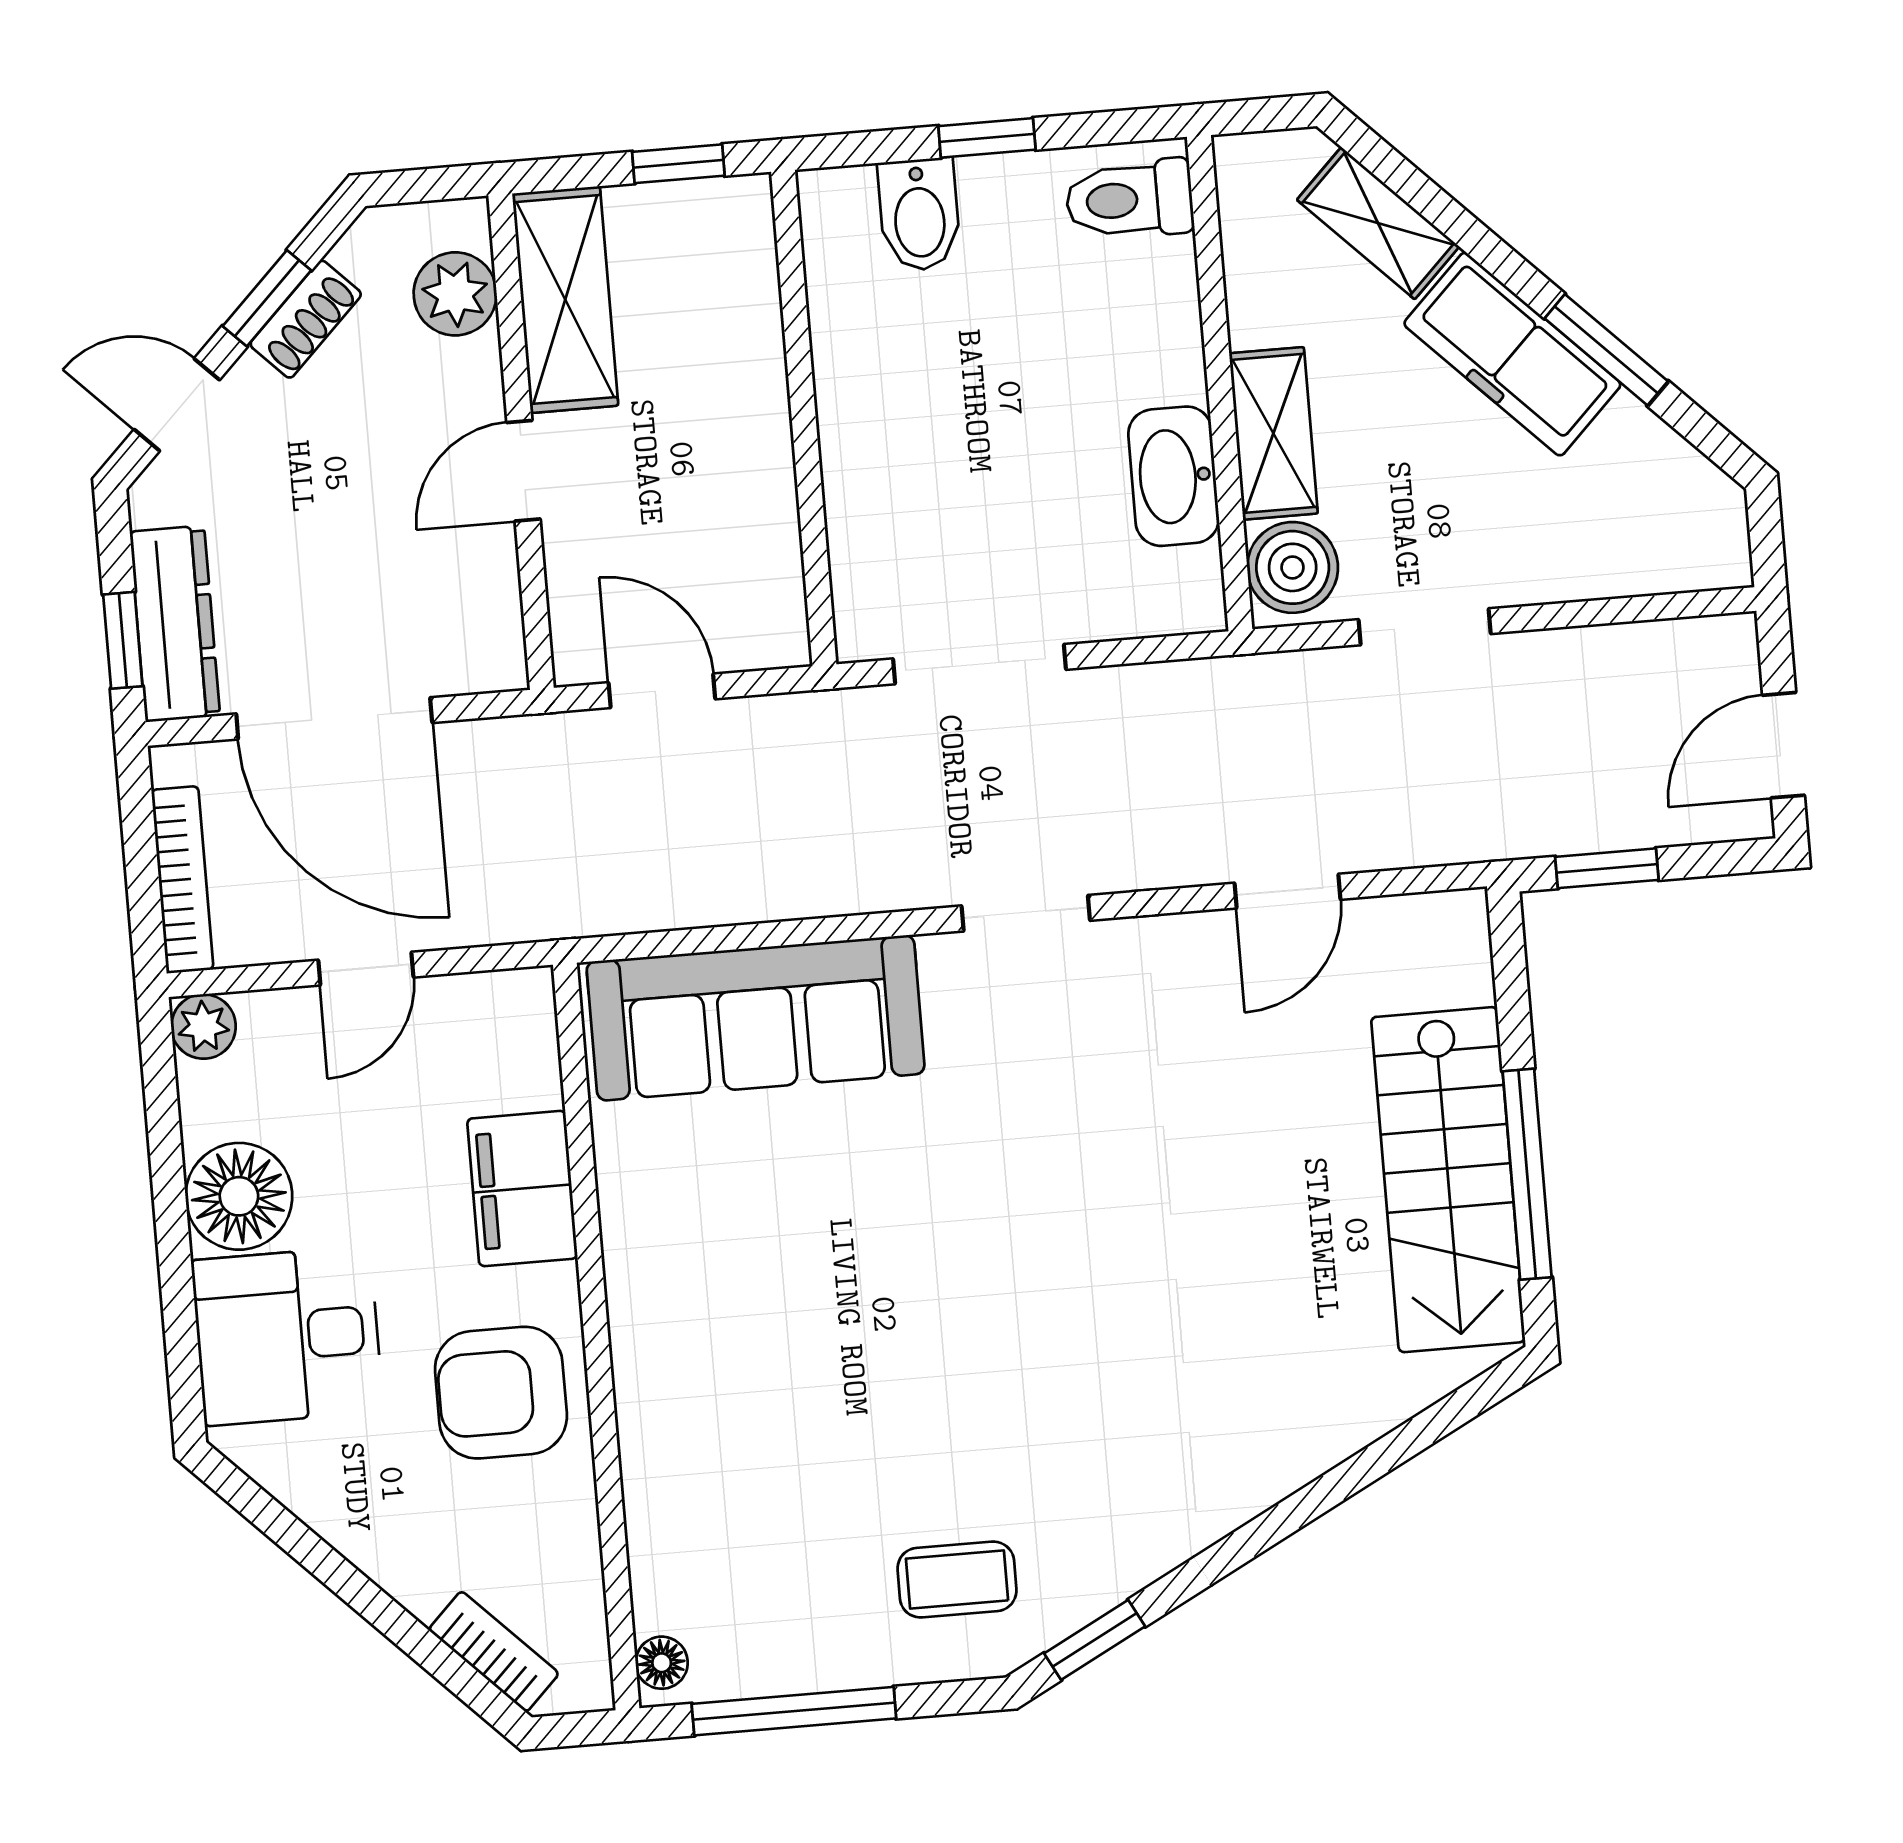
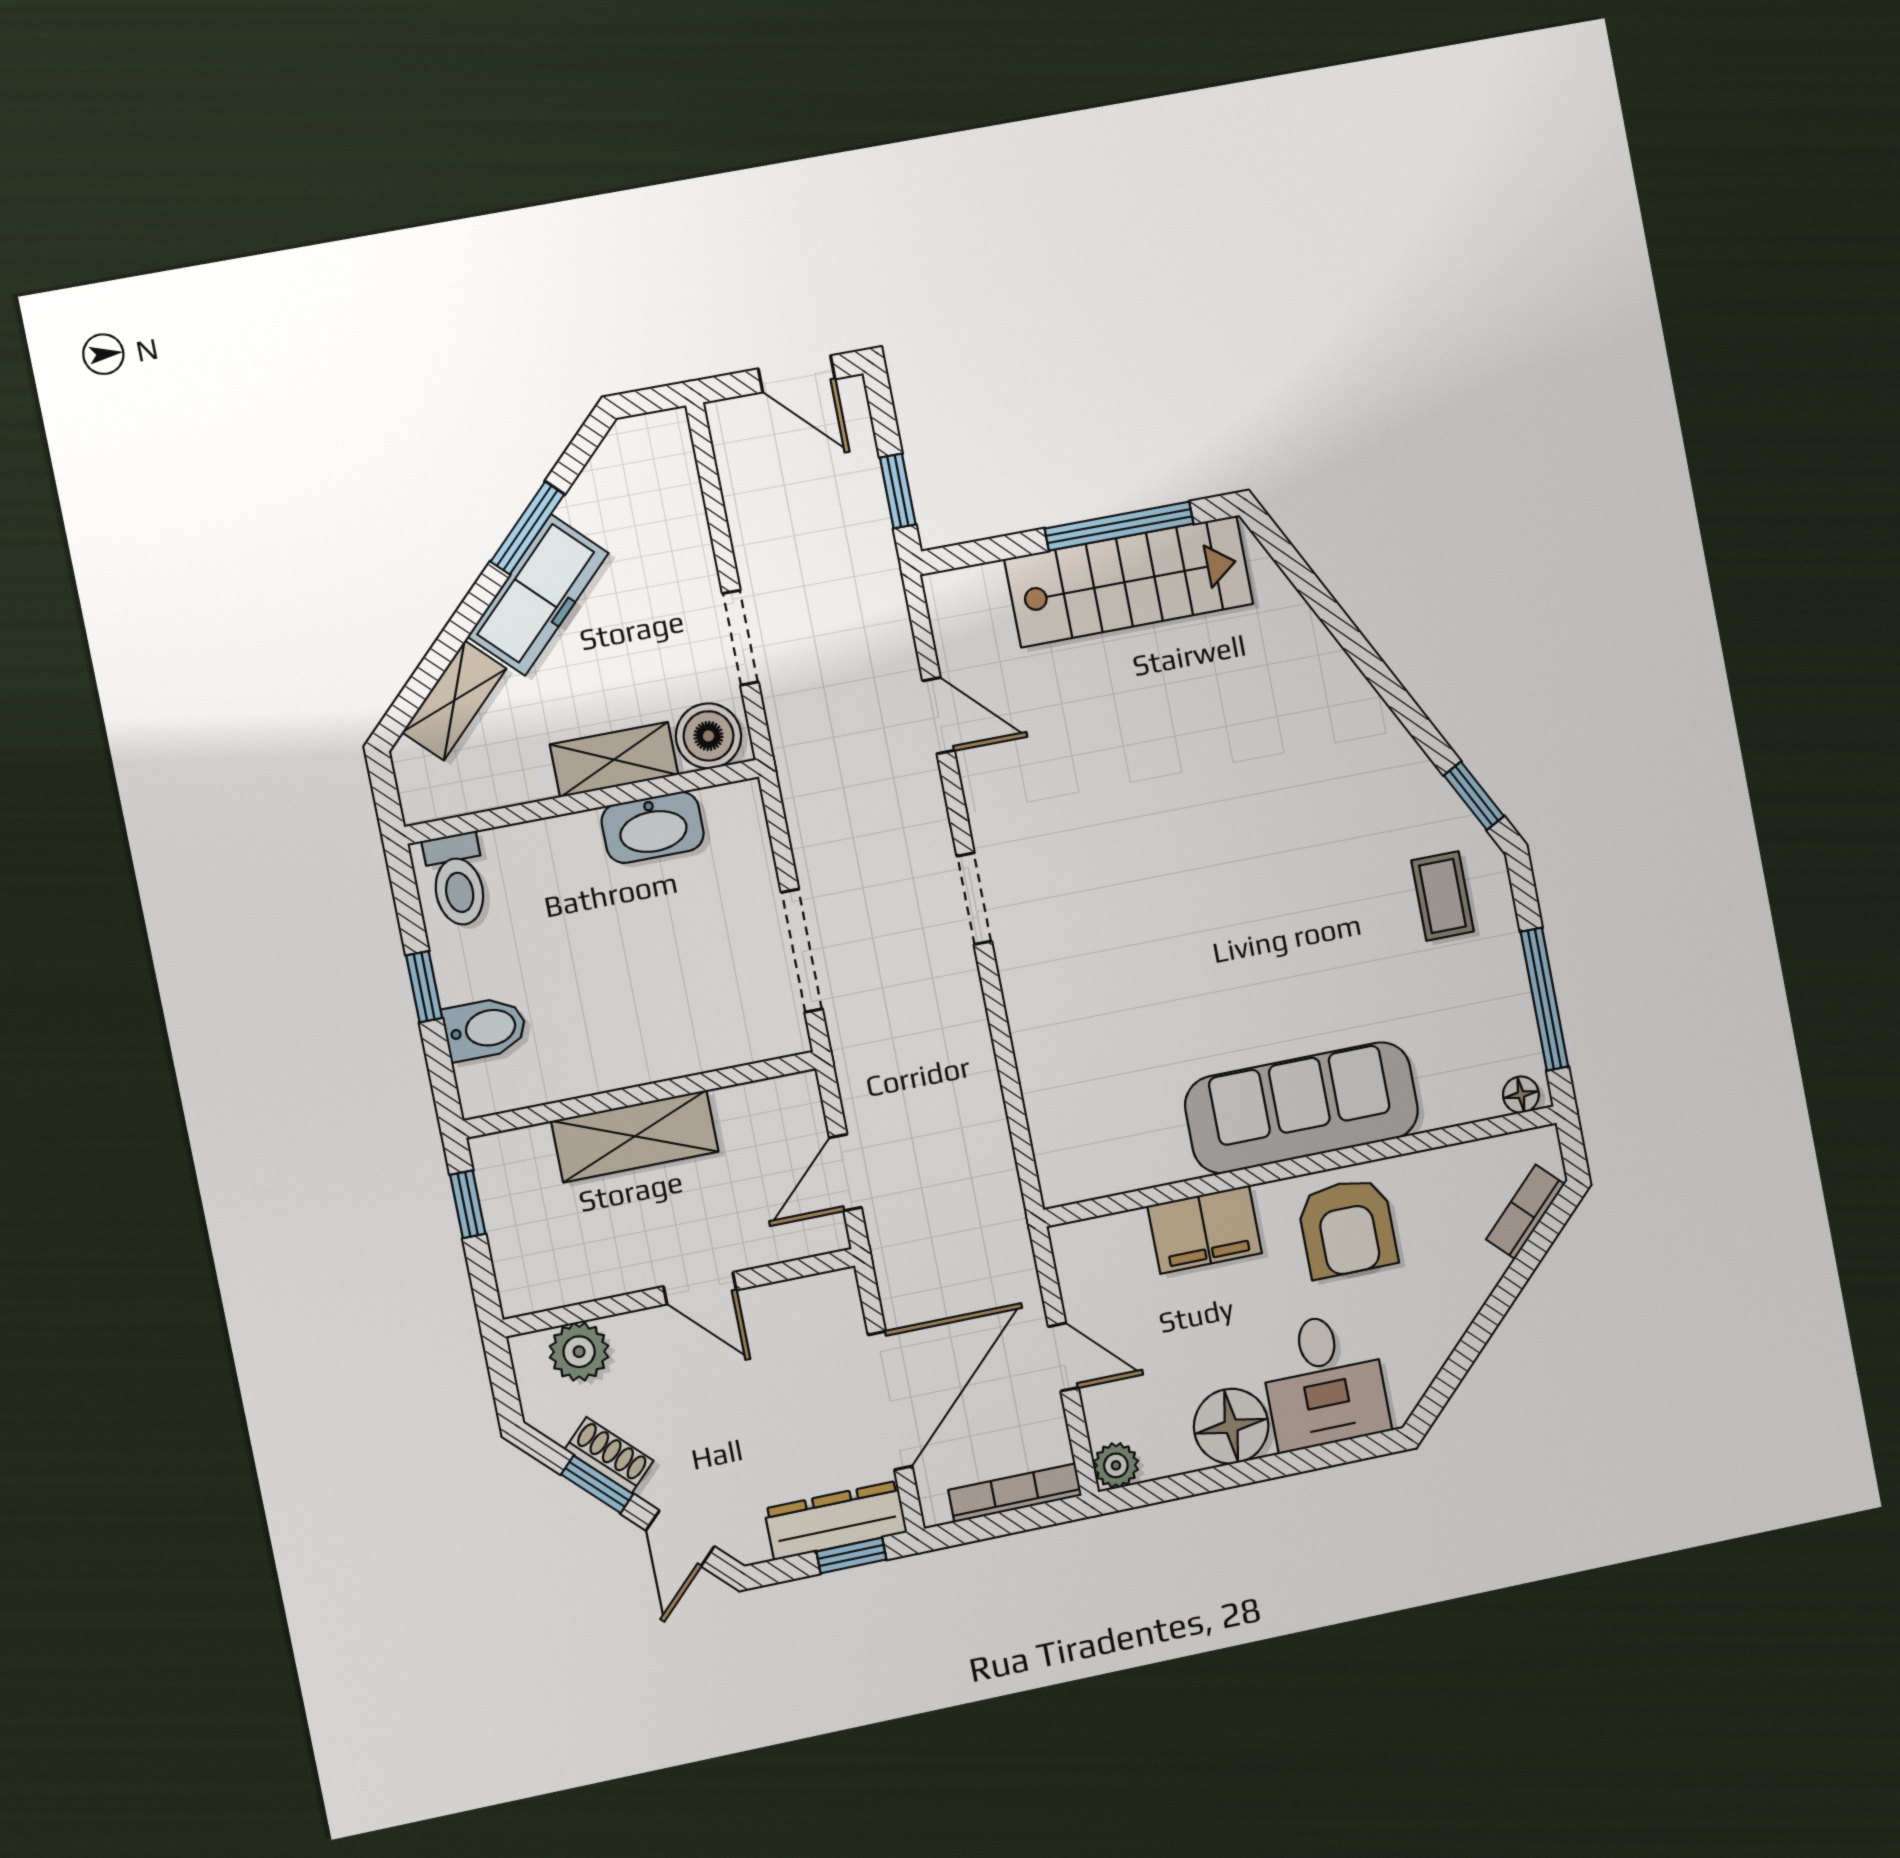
shelving: (565, 300) -> (635, 1136), moved
sofa: (756, 1018) -> (1302, 1108), moved, turned -90

